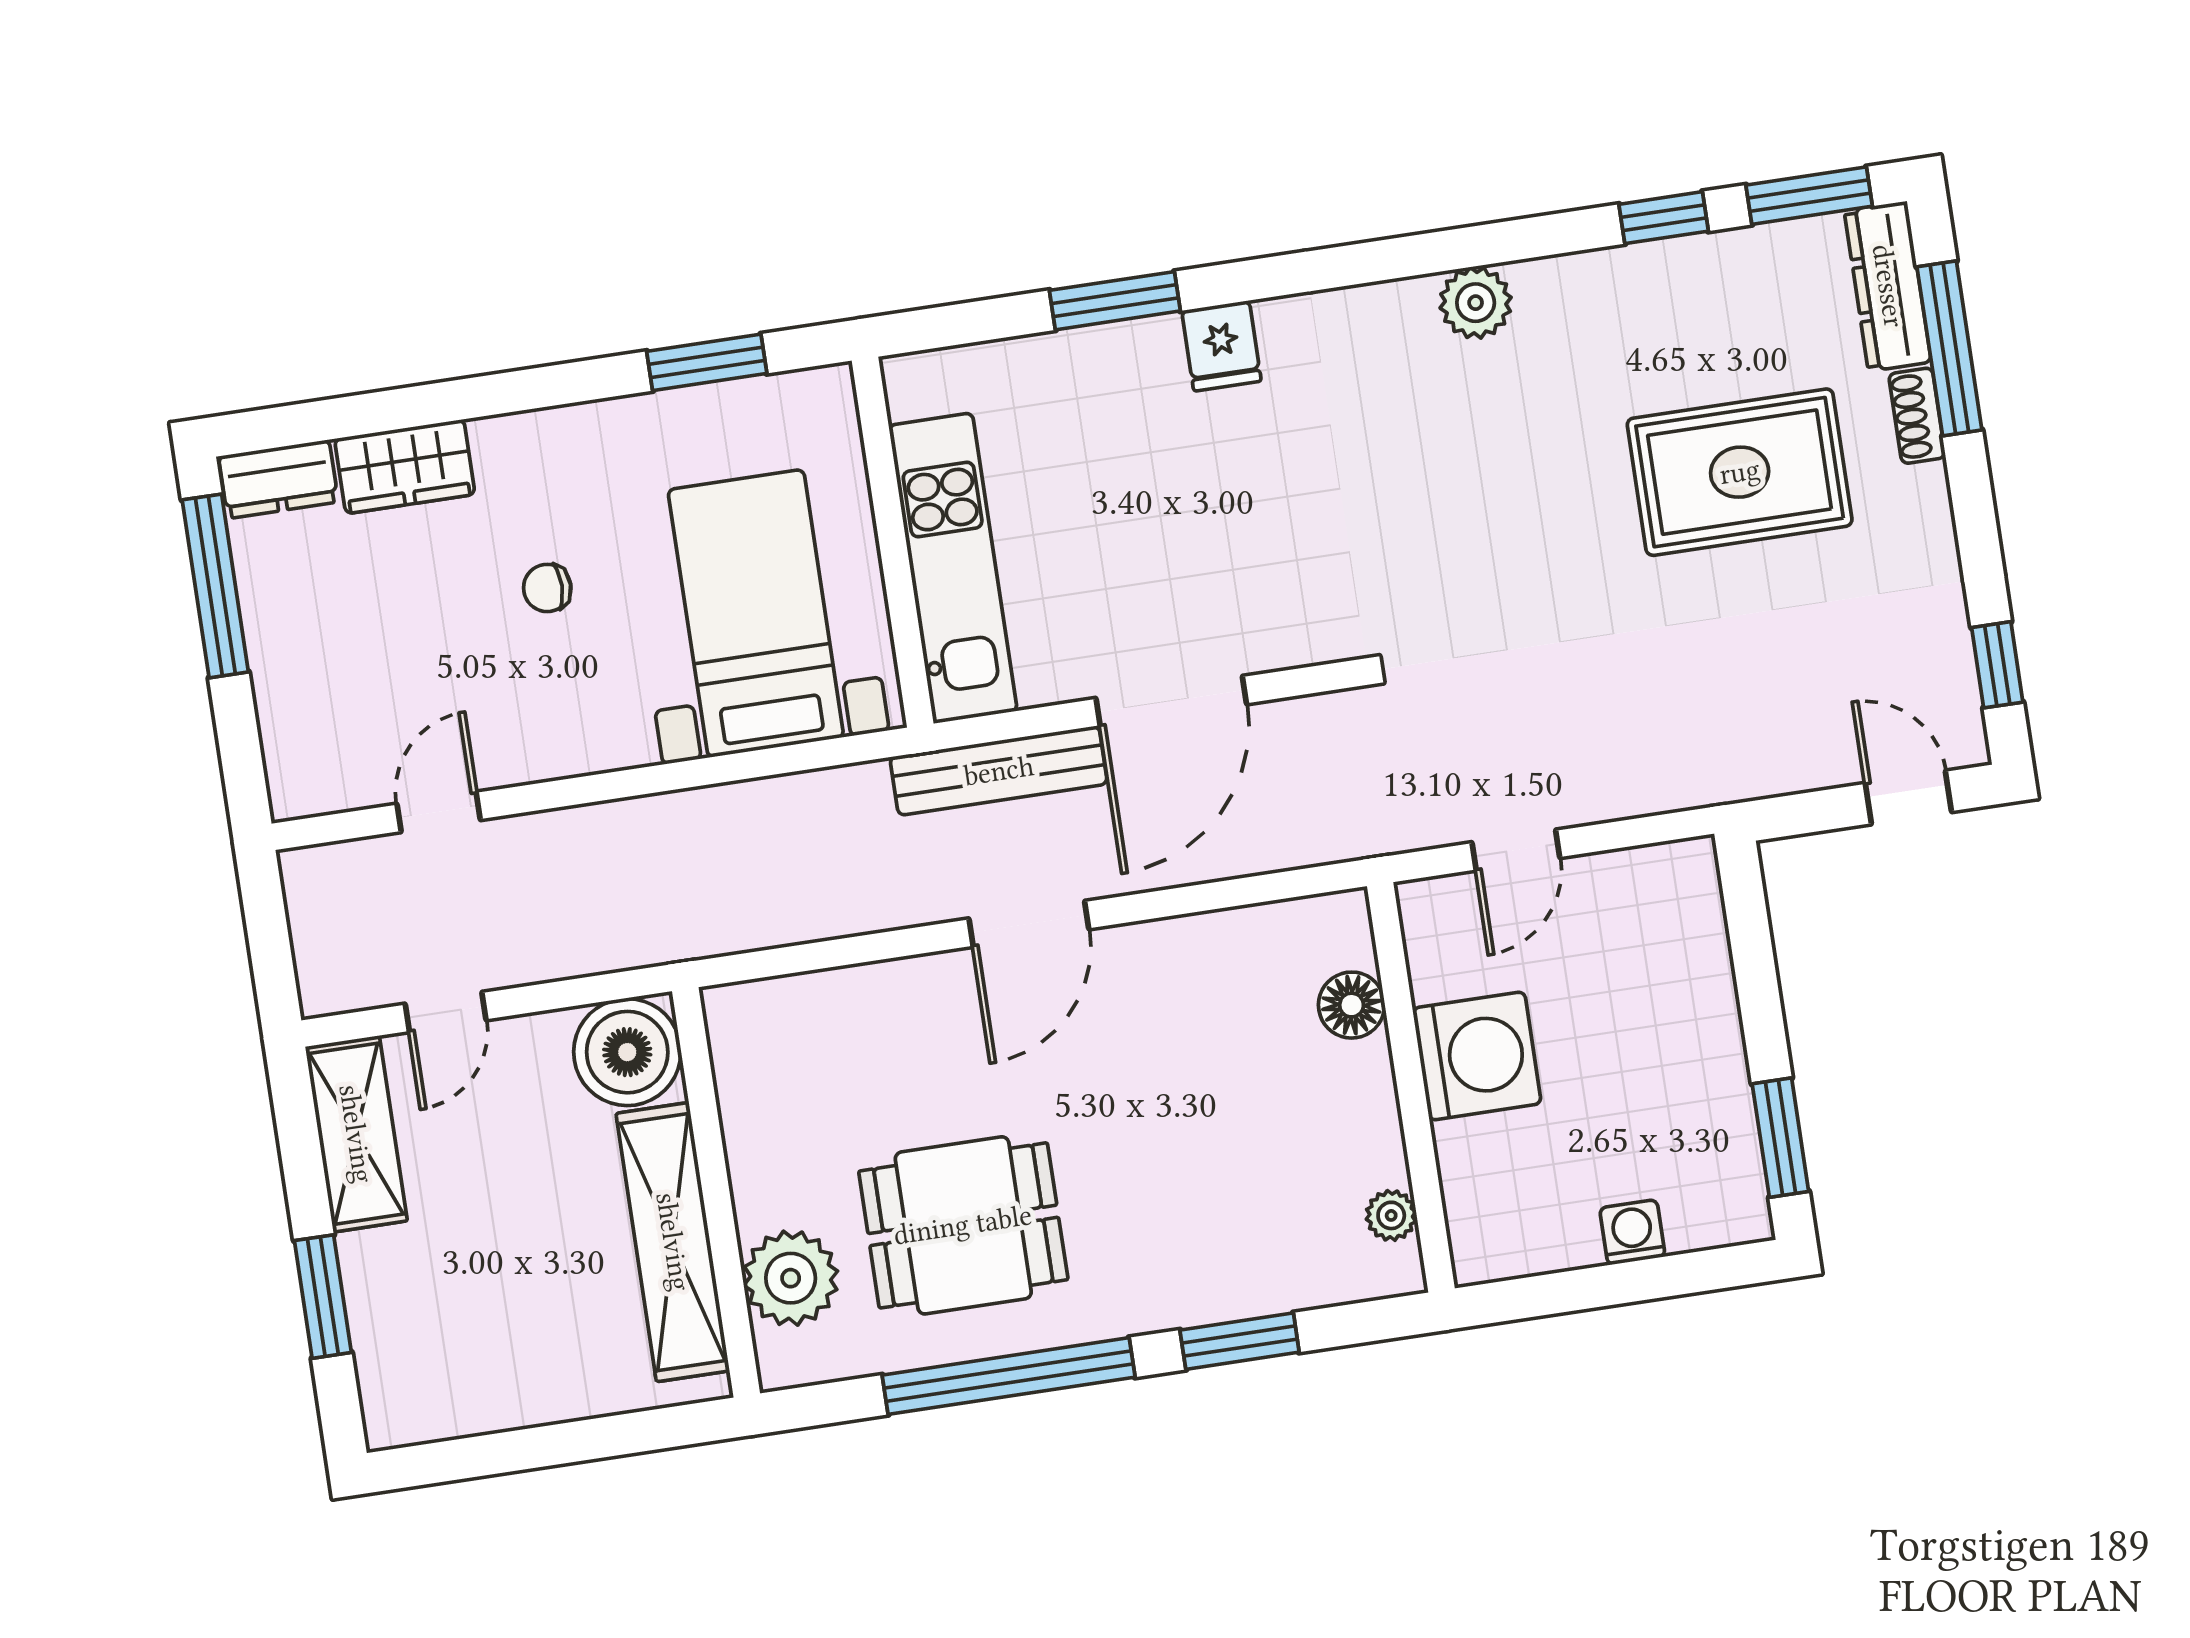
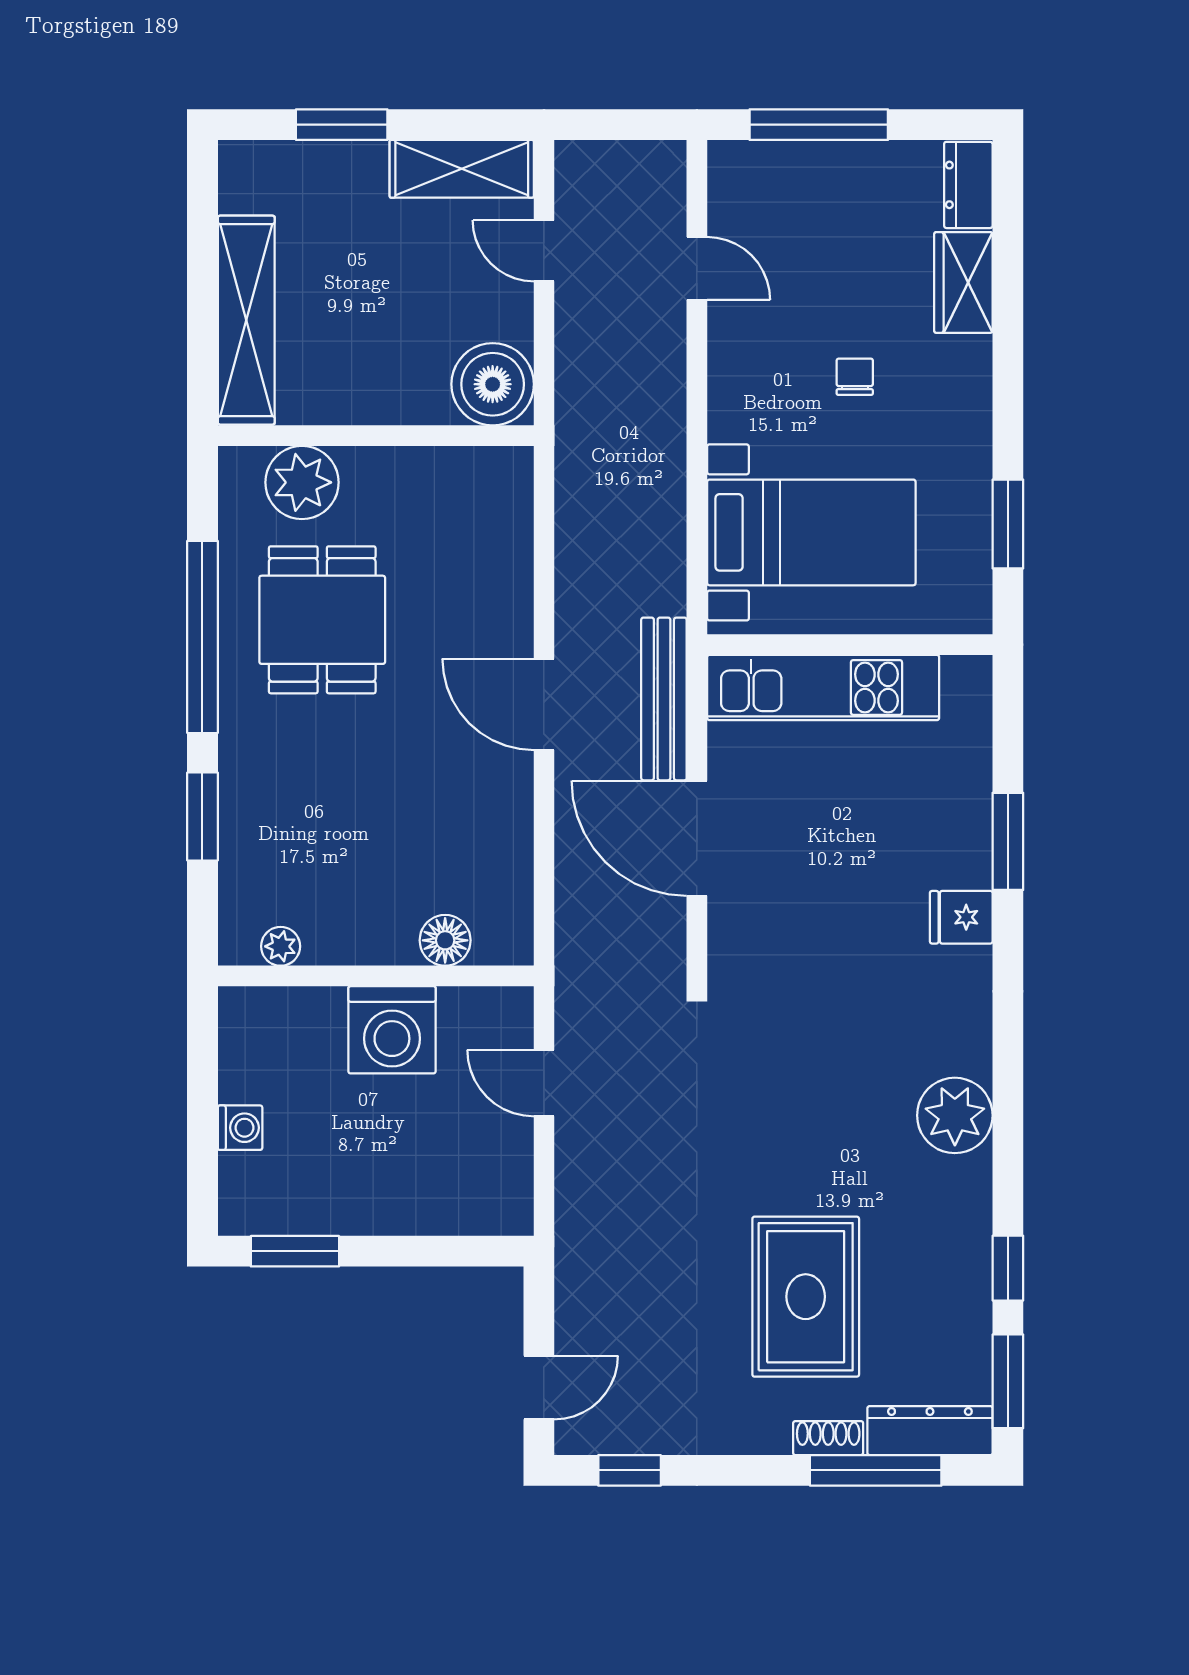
plant: (1476, 303) -> (955, 1115), width x1.36, depth x1.36
window: (215, 586) -> (819, 125), moved
shelving: (673, 1242) -> (246, 320), moved, turned 90

